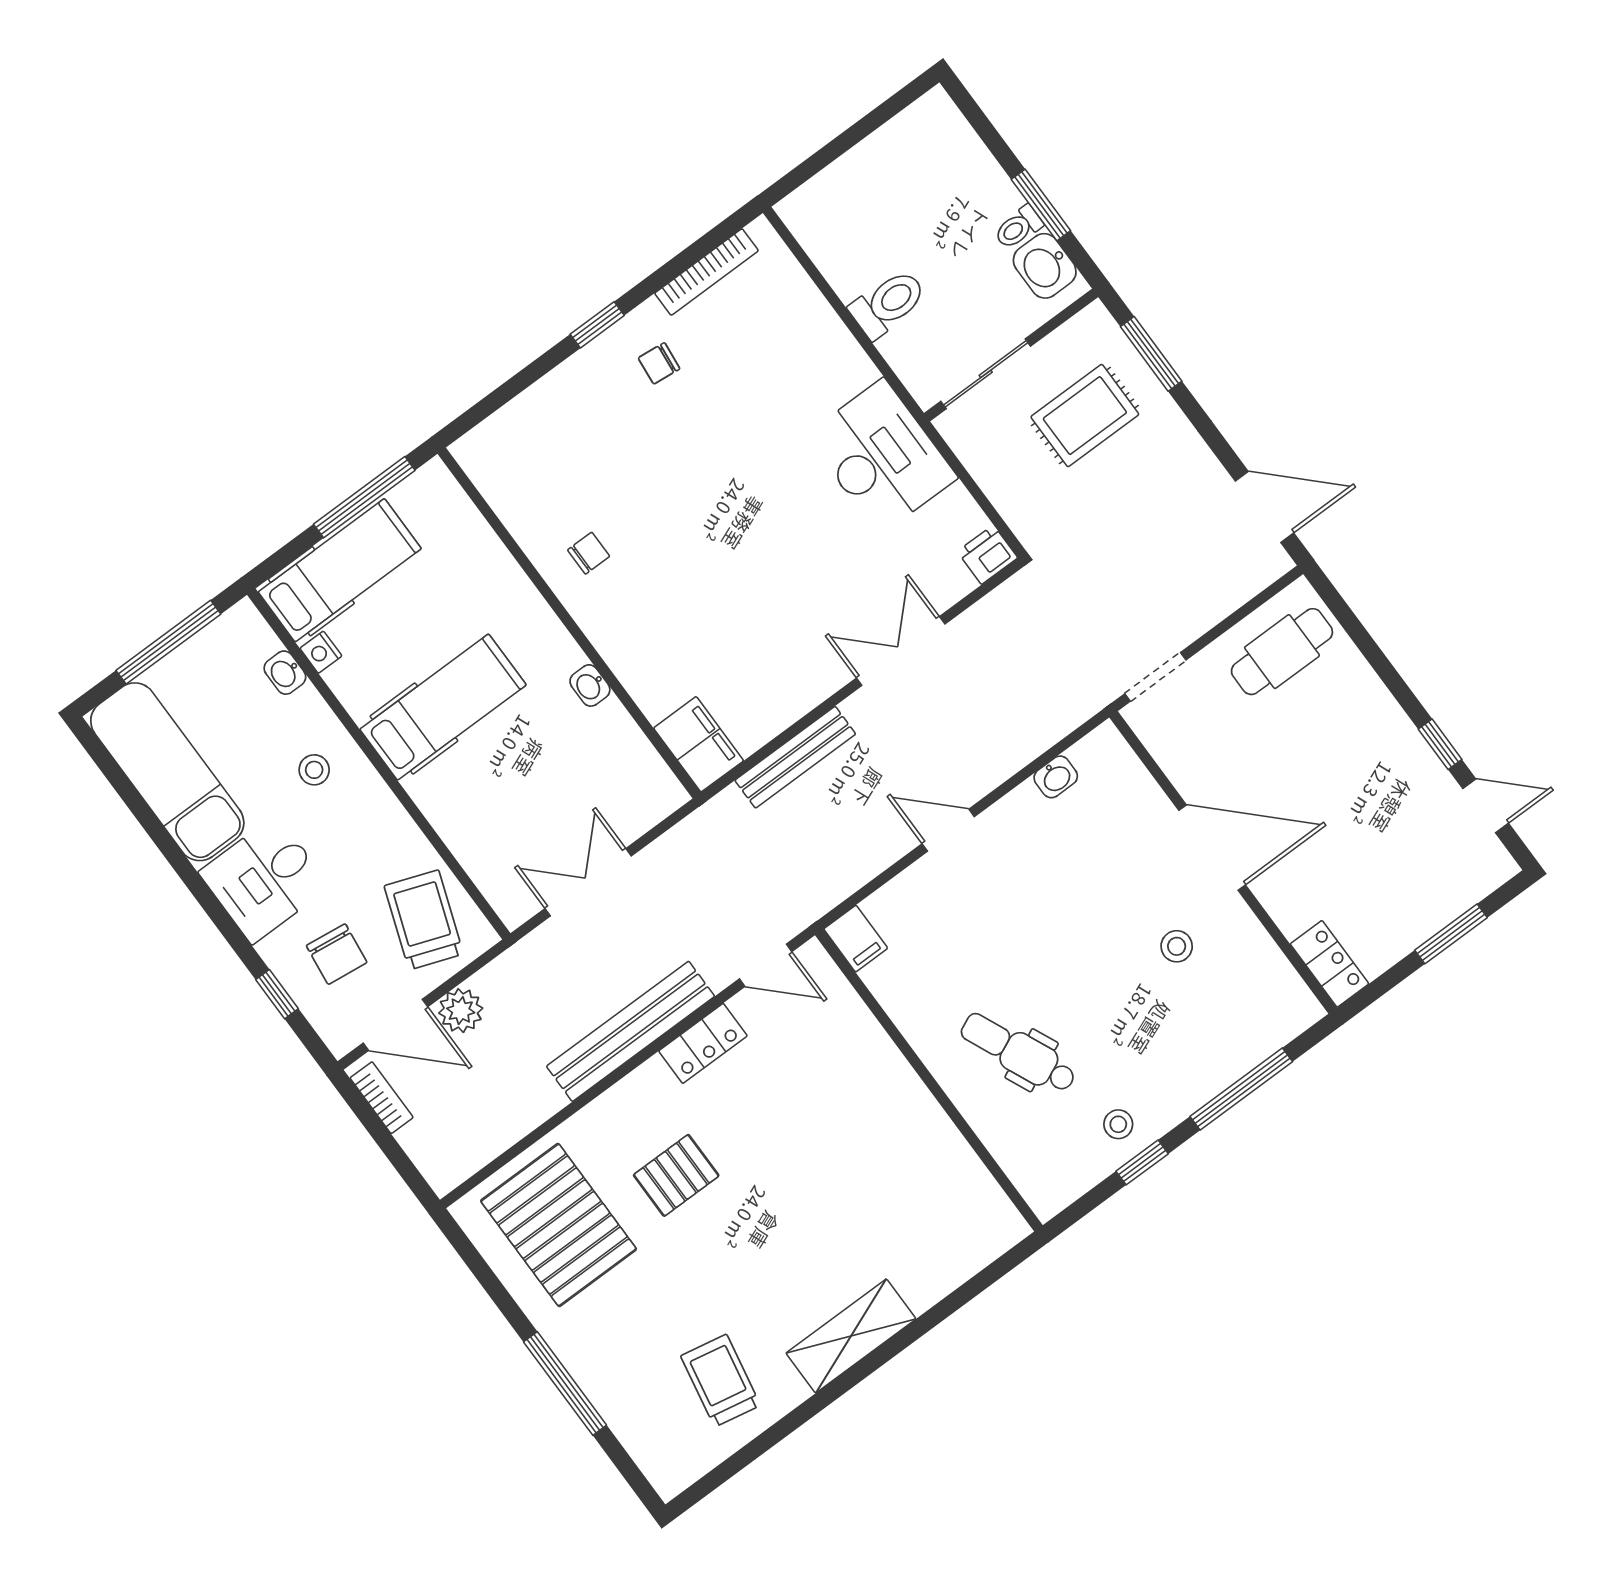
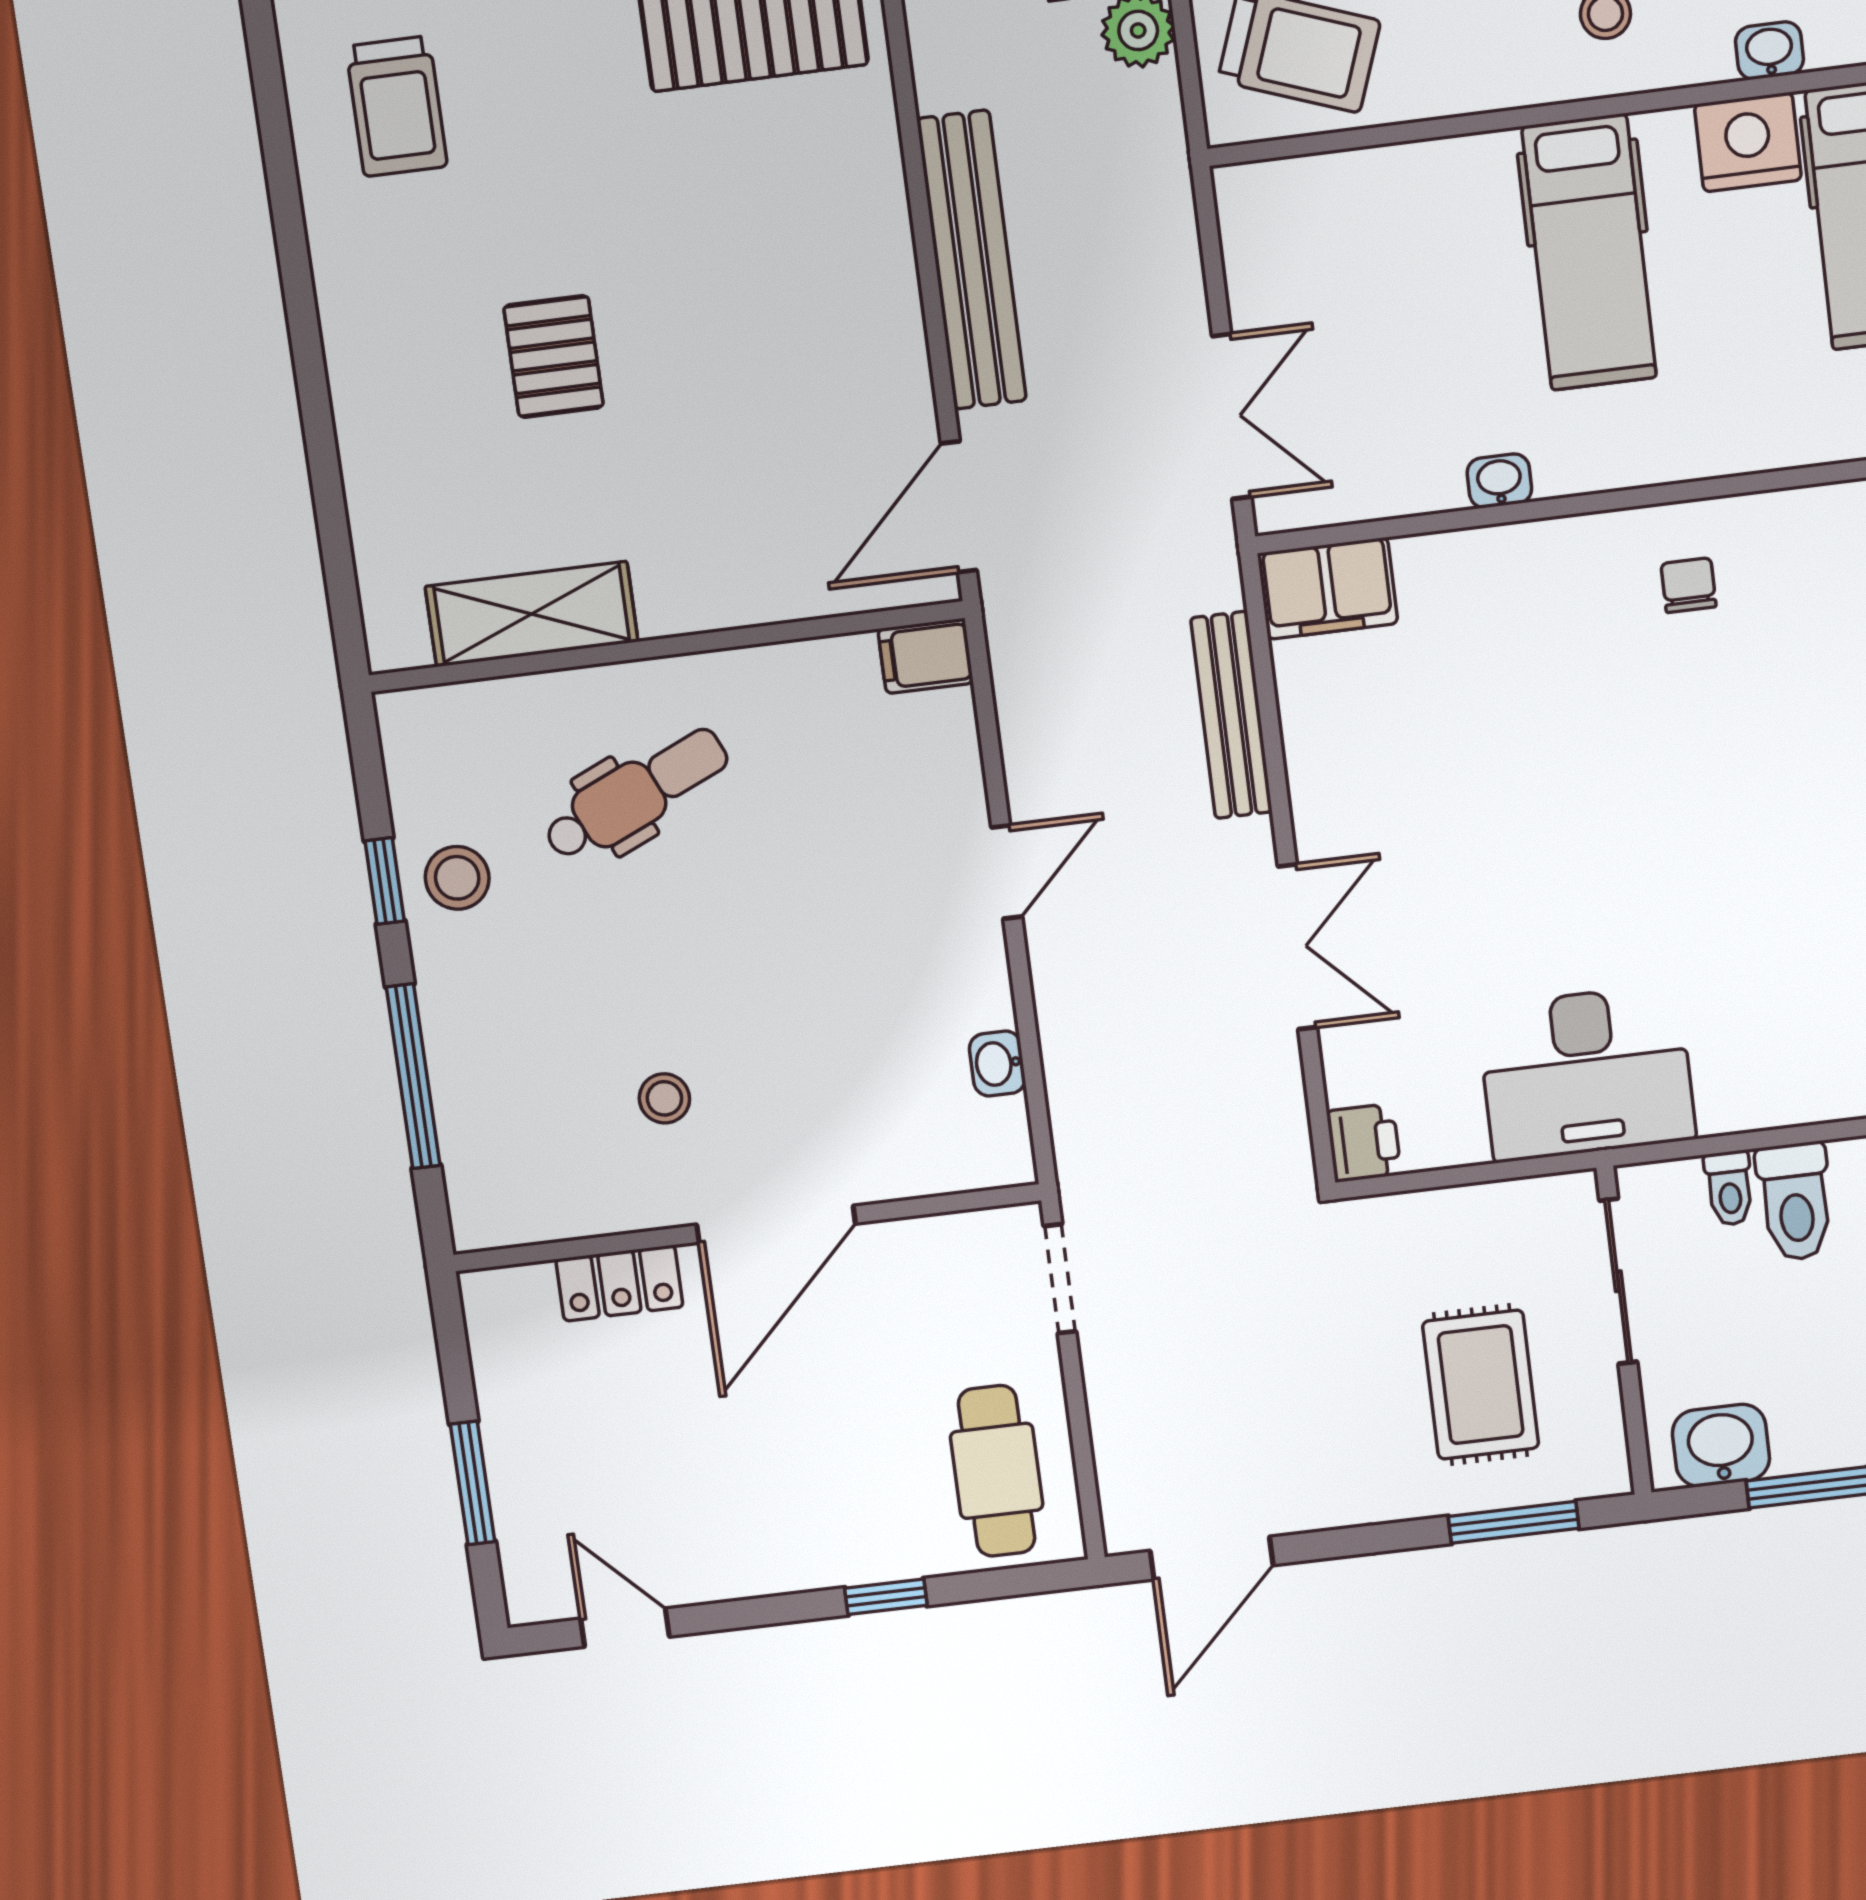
toilet: (1018, 227) -> (1729, 1188), moved, turned 180
chair: (589, 553) -> (1689, 585), turned 180
nightstand: (321, 652) -> (1748, 142), width x1.89, depth x1.79
window: (1440, 744) -> (886, 1597), moved
door: (1486, 806) -> (625, 1628), swing flipped
double door: (588, 882) -> (1232, 417), moved
locker: (1329, 964) -> (619, 1283), moved
door: (766, 965) -> (959, 507), width x1.38
locker: (703, 1043) -> (897, 354), removed
stool: (1118, 1124) -> (457, 878), width x1.37, depth x1.37
pallet: (676, 1175) -> (554, 357), moved
shelving: (851, 1336) -> (532, 614), moved, turned 90
trolley: (720, 1381) -> (397, 106), turned 79

